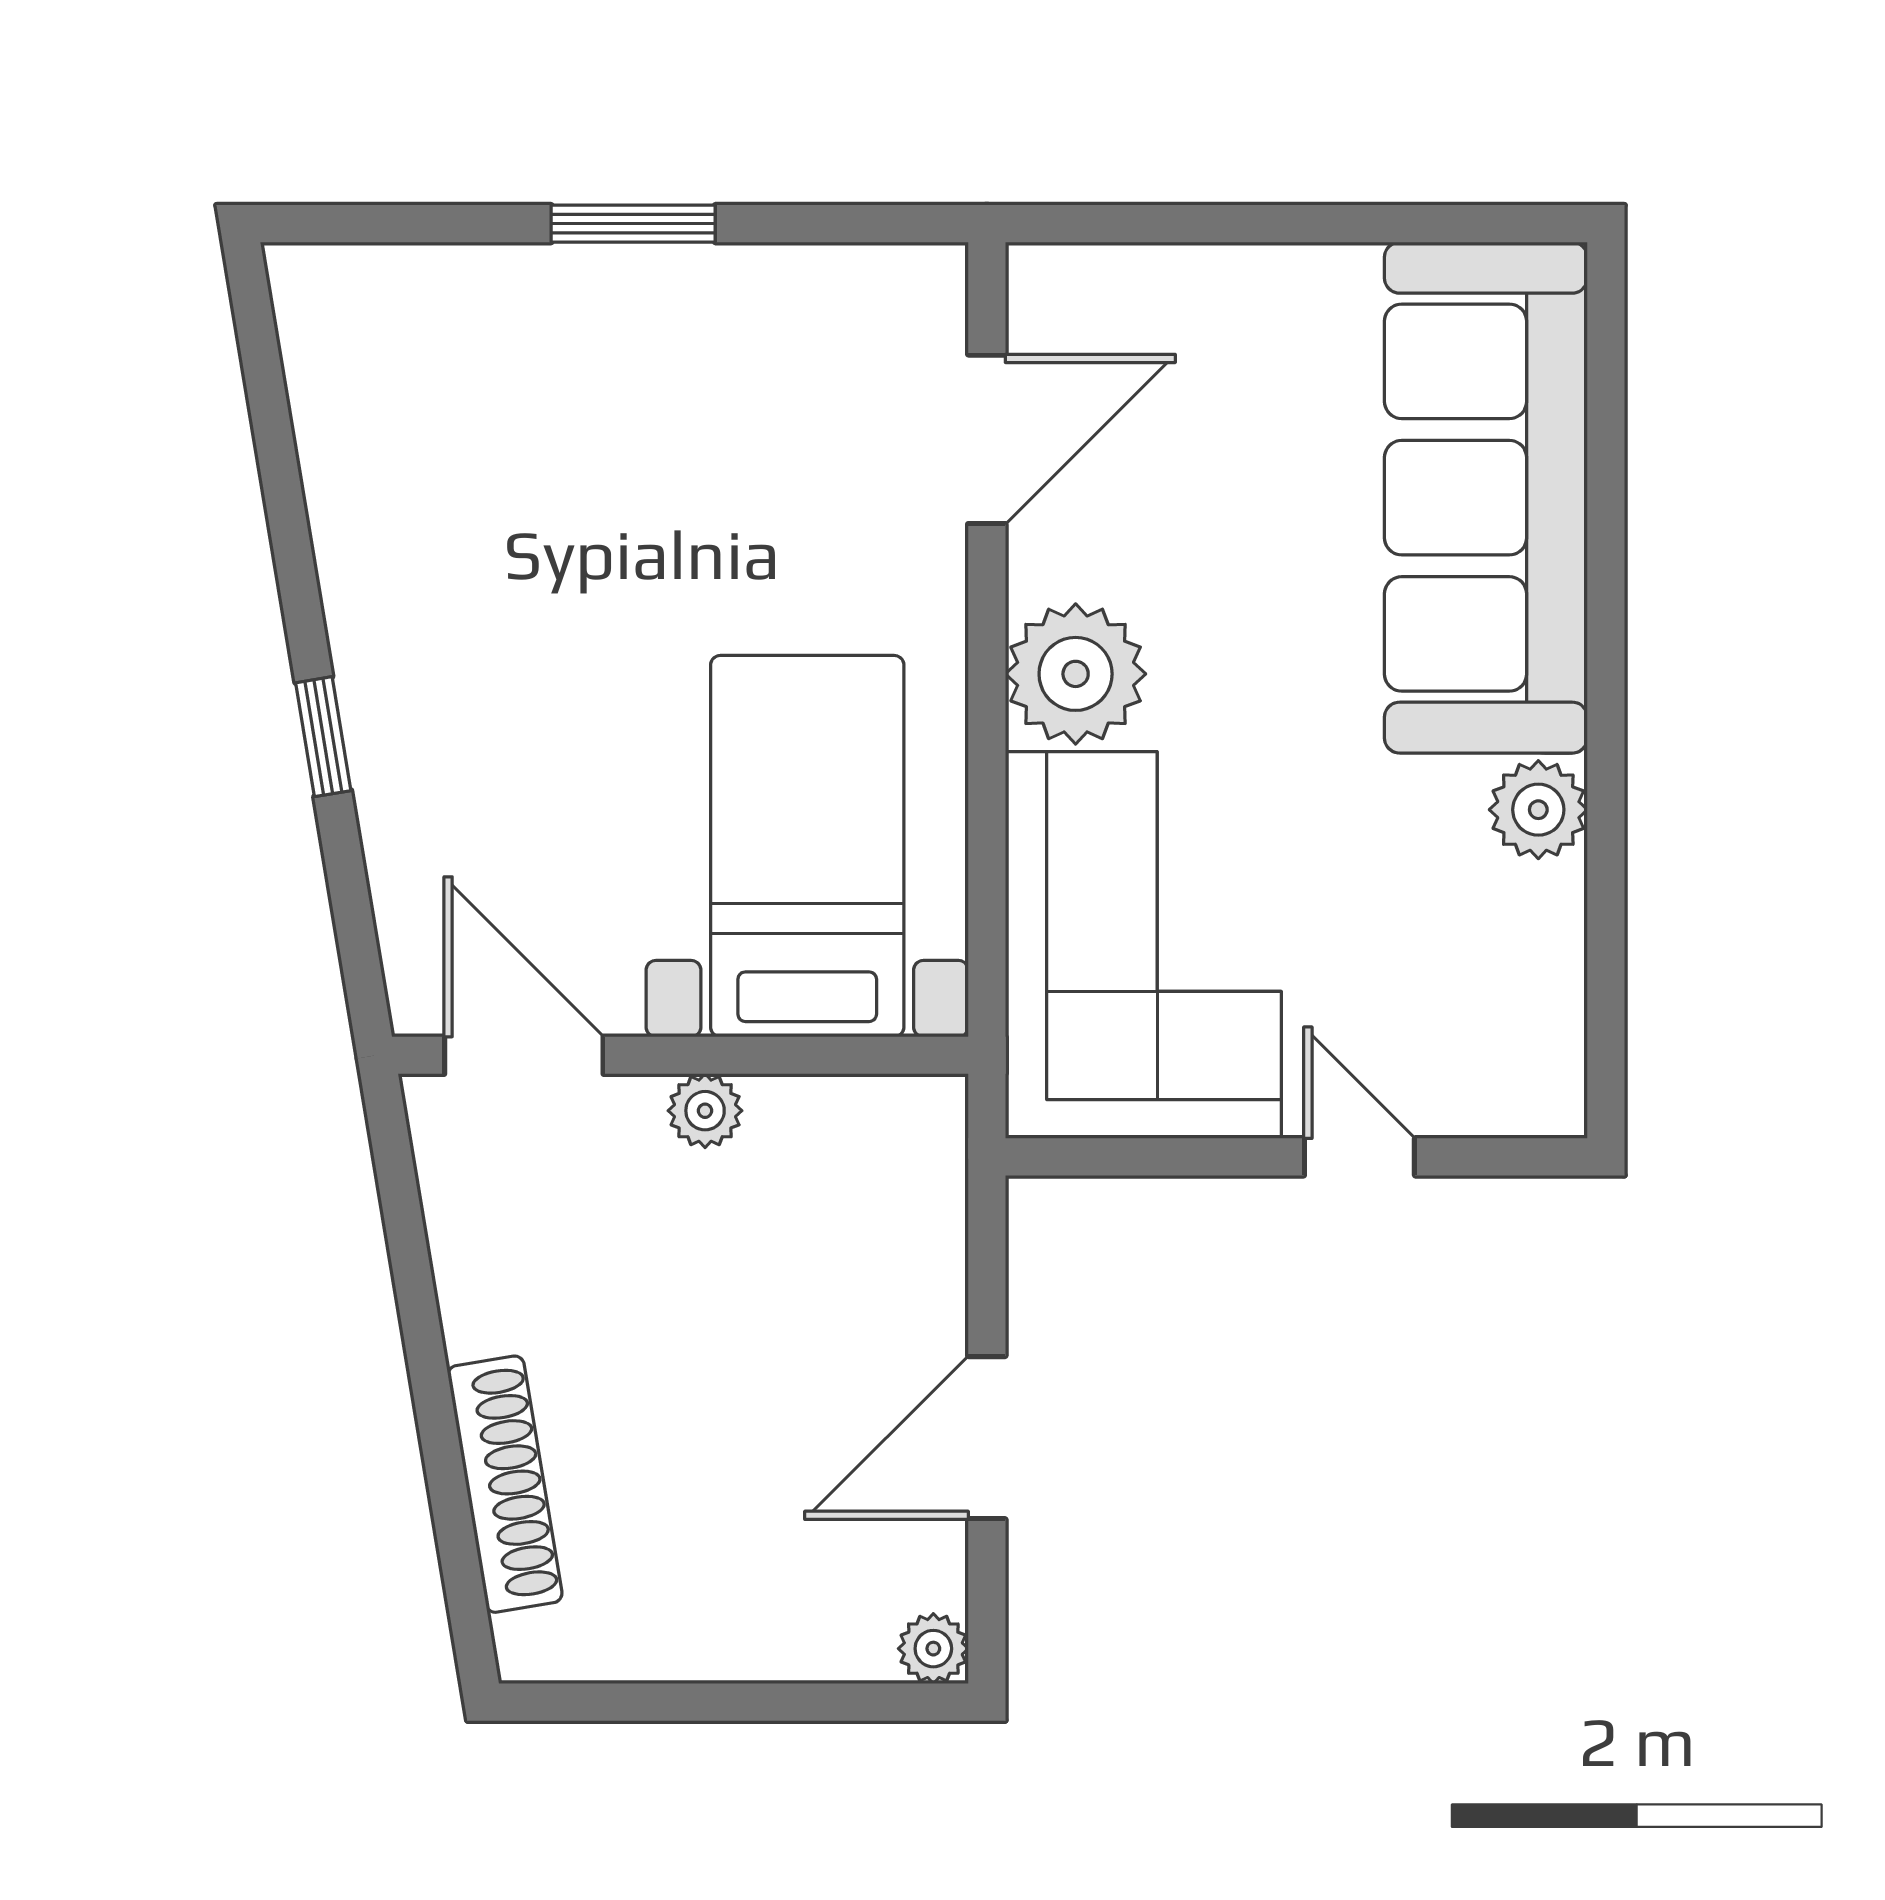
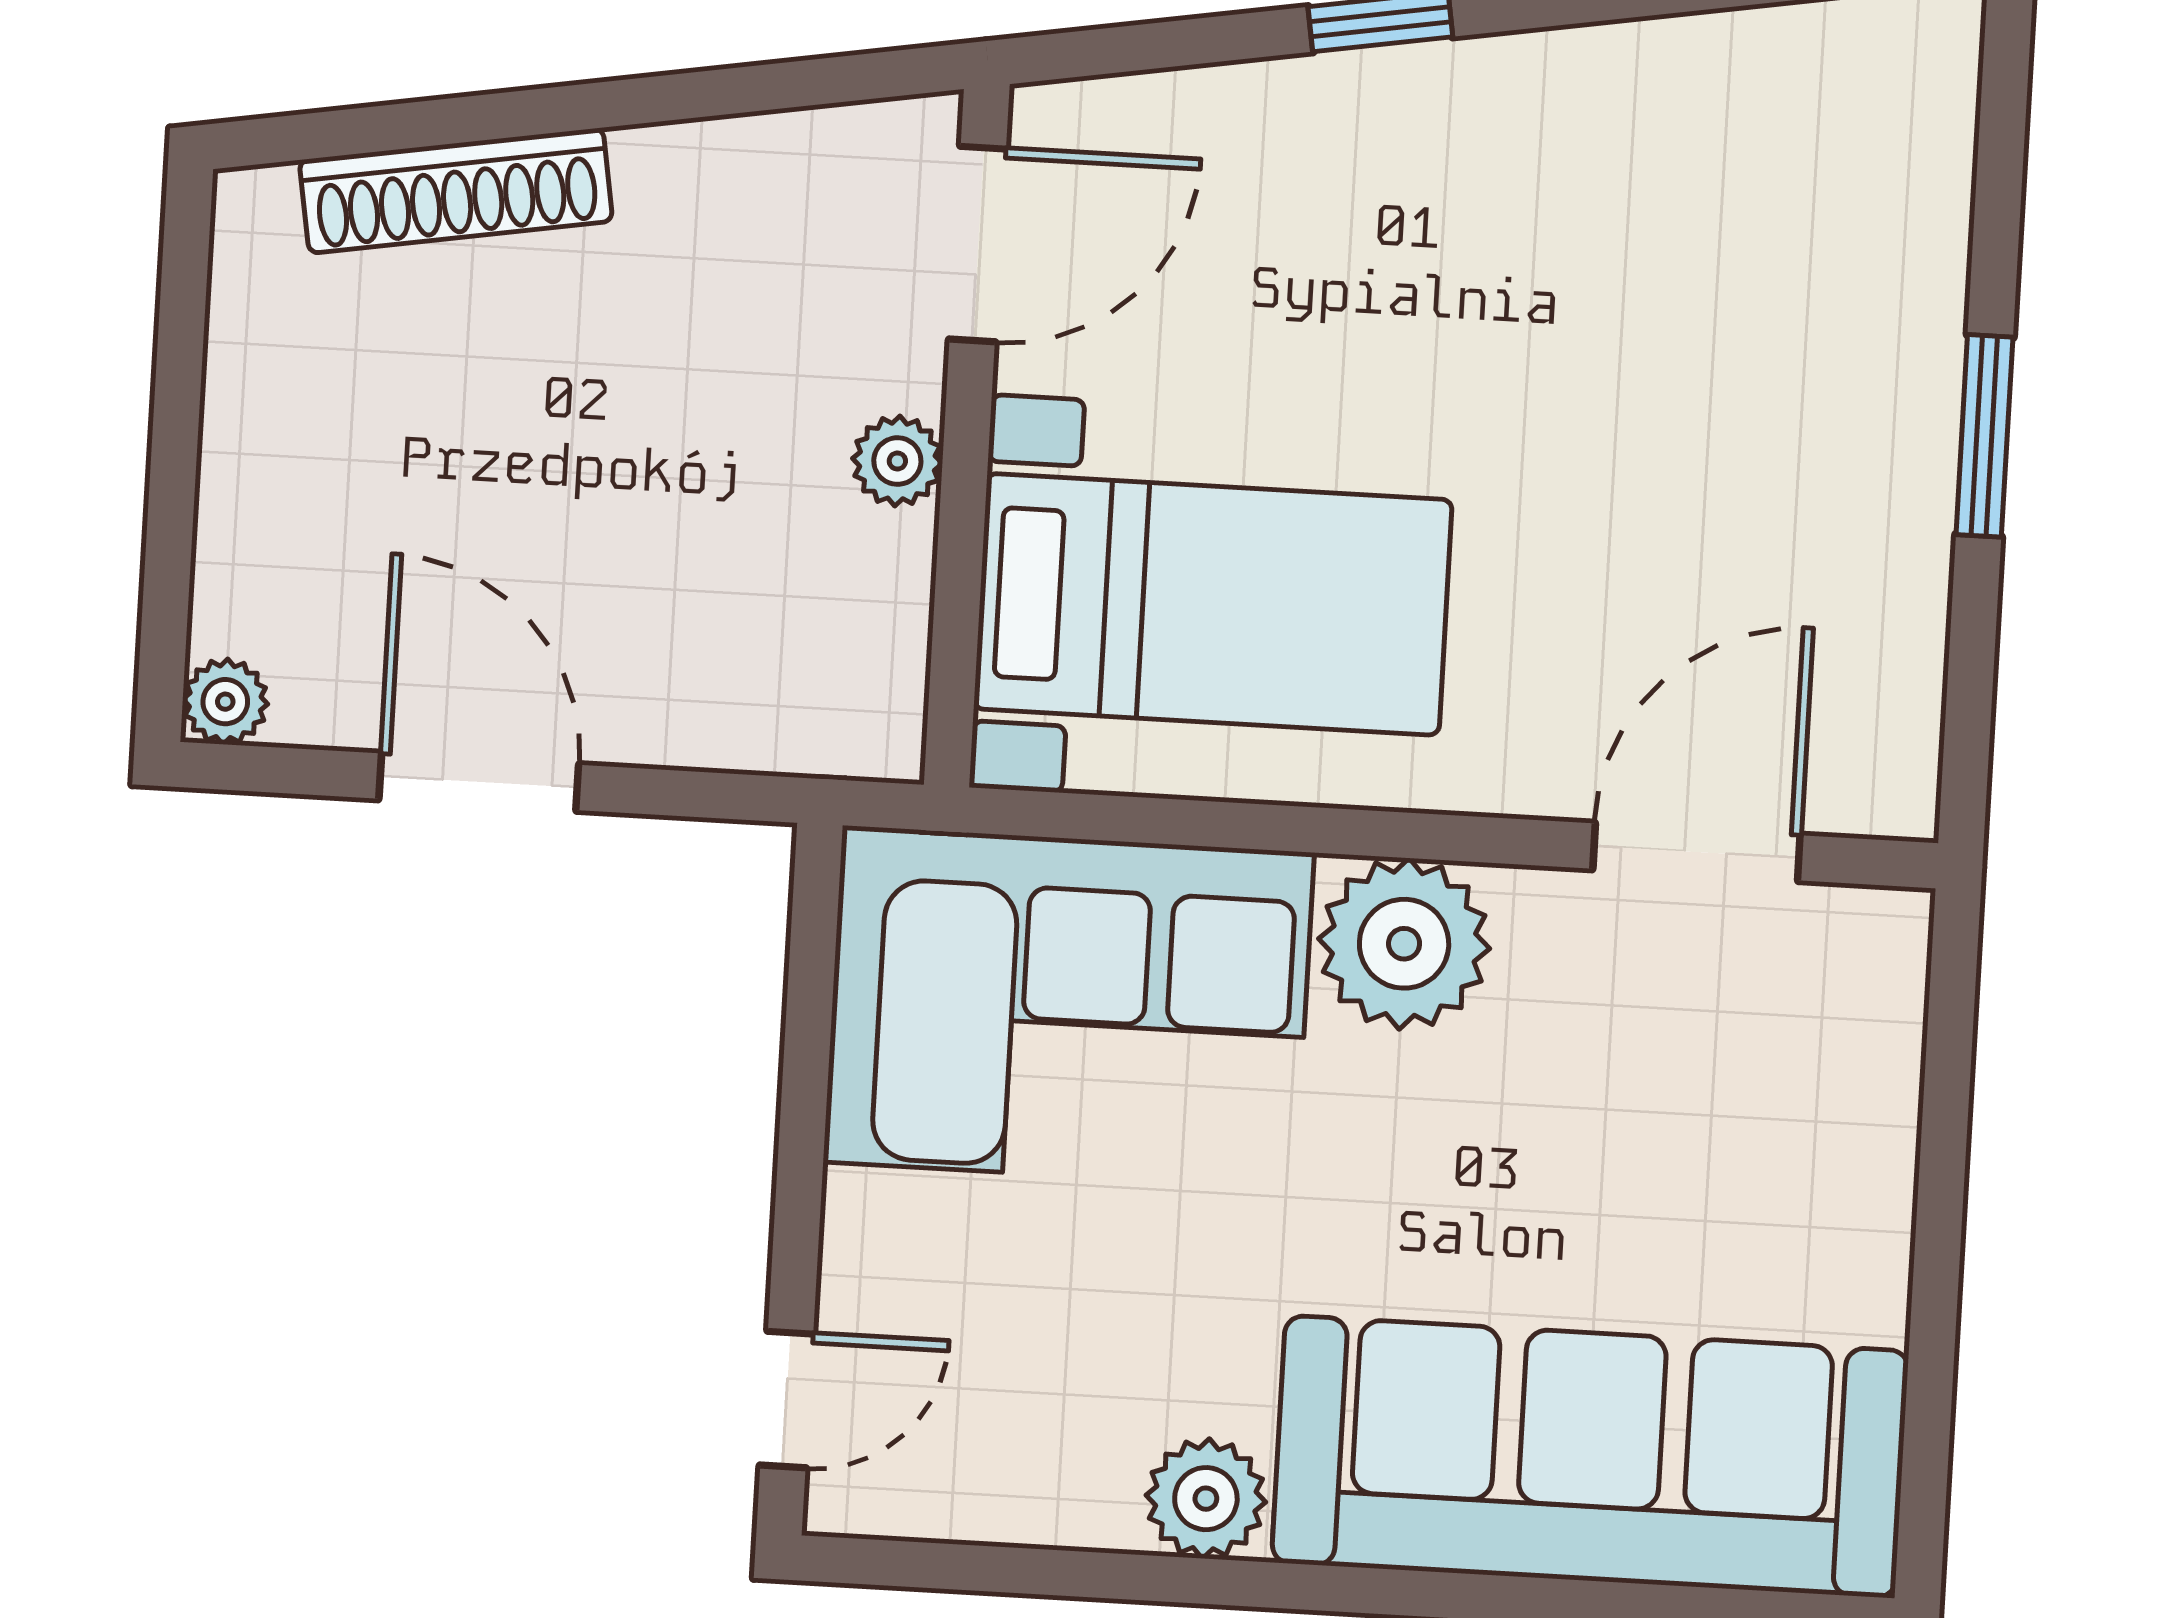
door: (987, 439) -> (1696, 852), swing flipped
door: (1359, 1157) -> (787, 1400), moved

